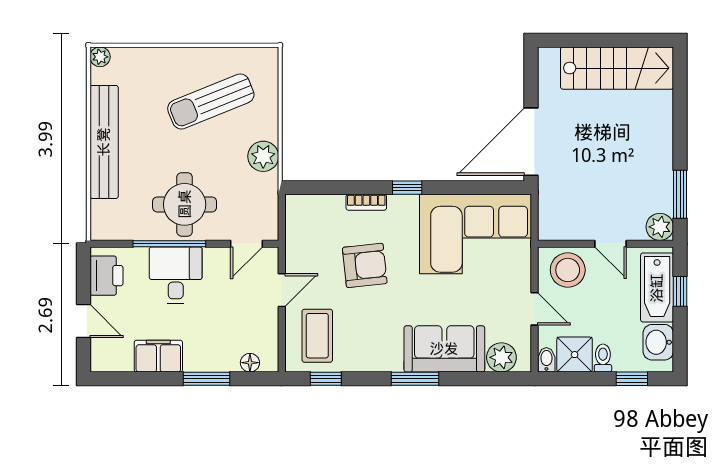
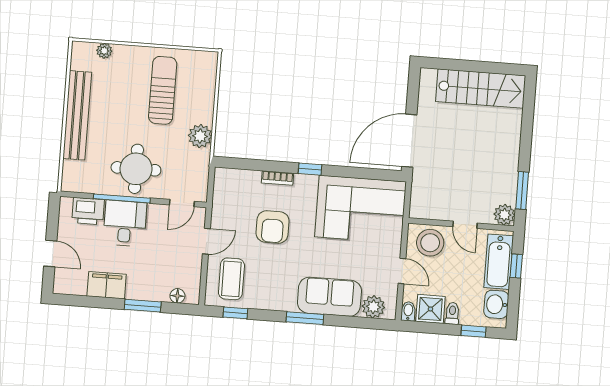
plant: (100, 57) -> (104, 51), moved
sun lounger: (211, 102) -> (163, 90), turned 112
armchair: (365, 265) -> (273, 227), turned 96
printer: (106, 276) -> (88, 211), moved, turned 90

